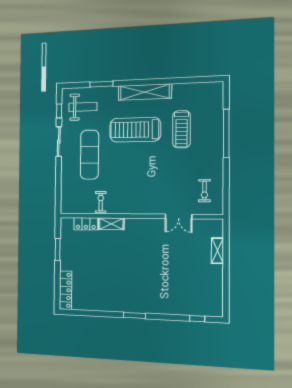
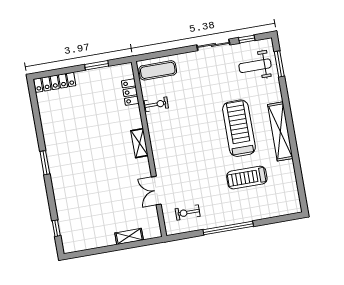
window: (101, 84) -> (279, 64), moved
weight bench: (83, 107) -> (255, 66), turned 90
window: (226, 133) -> (228, 228), moved
exercise mat: (90, 155) -> (158, 70), moved, width x0.73, depth x0.69
shelving: (111, 224) -> (139, 143), moved

